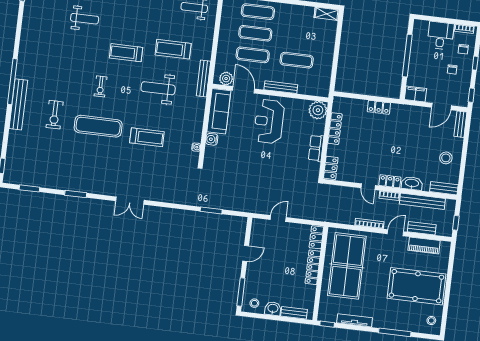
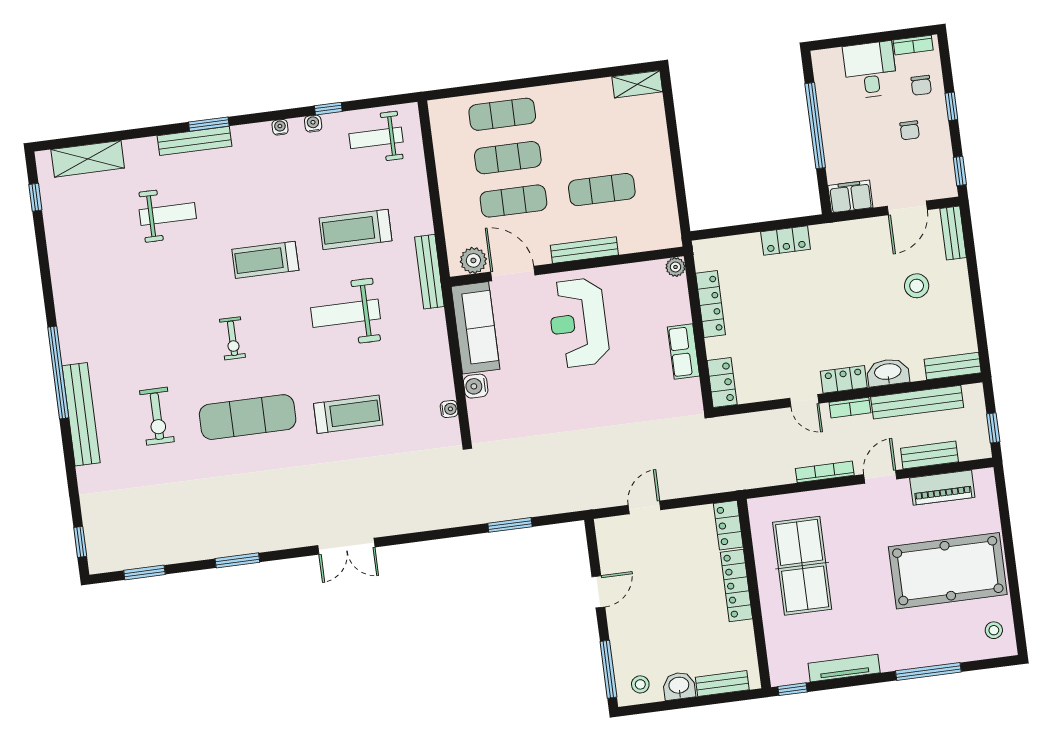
plant: (318, 110) -> (675, 267), width x0.53, depth x0.53
stool: (446, 158) -> (917, 286), moved
table tennis table: (347, 266) -> (802, 566), width x0.73, depth x0.76

